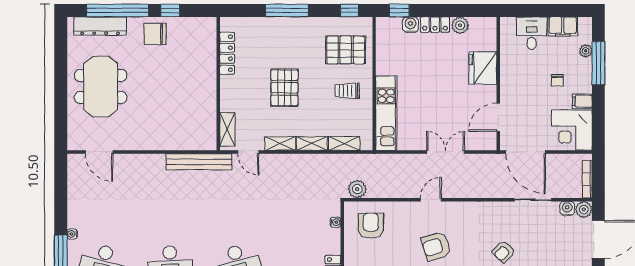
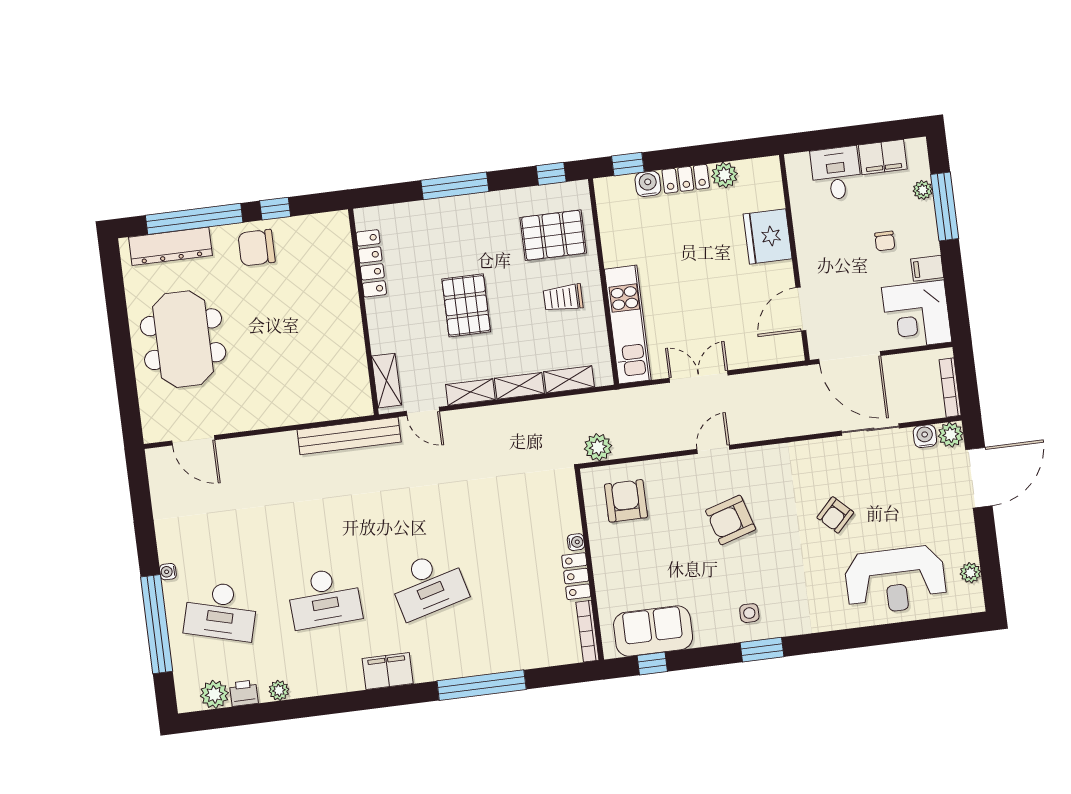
double door: (446, 152) -> (699, 377), moved
water cooler: (335, 222) -> (576, 542), moved

